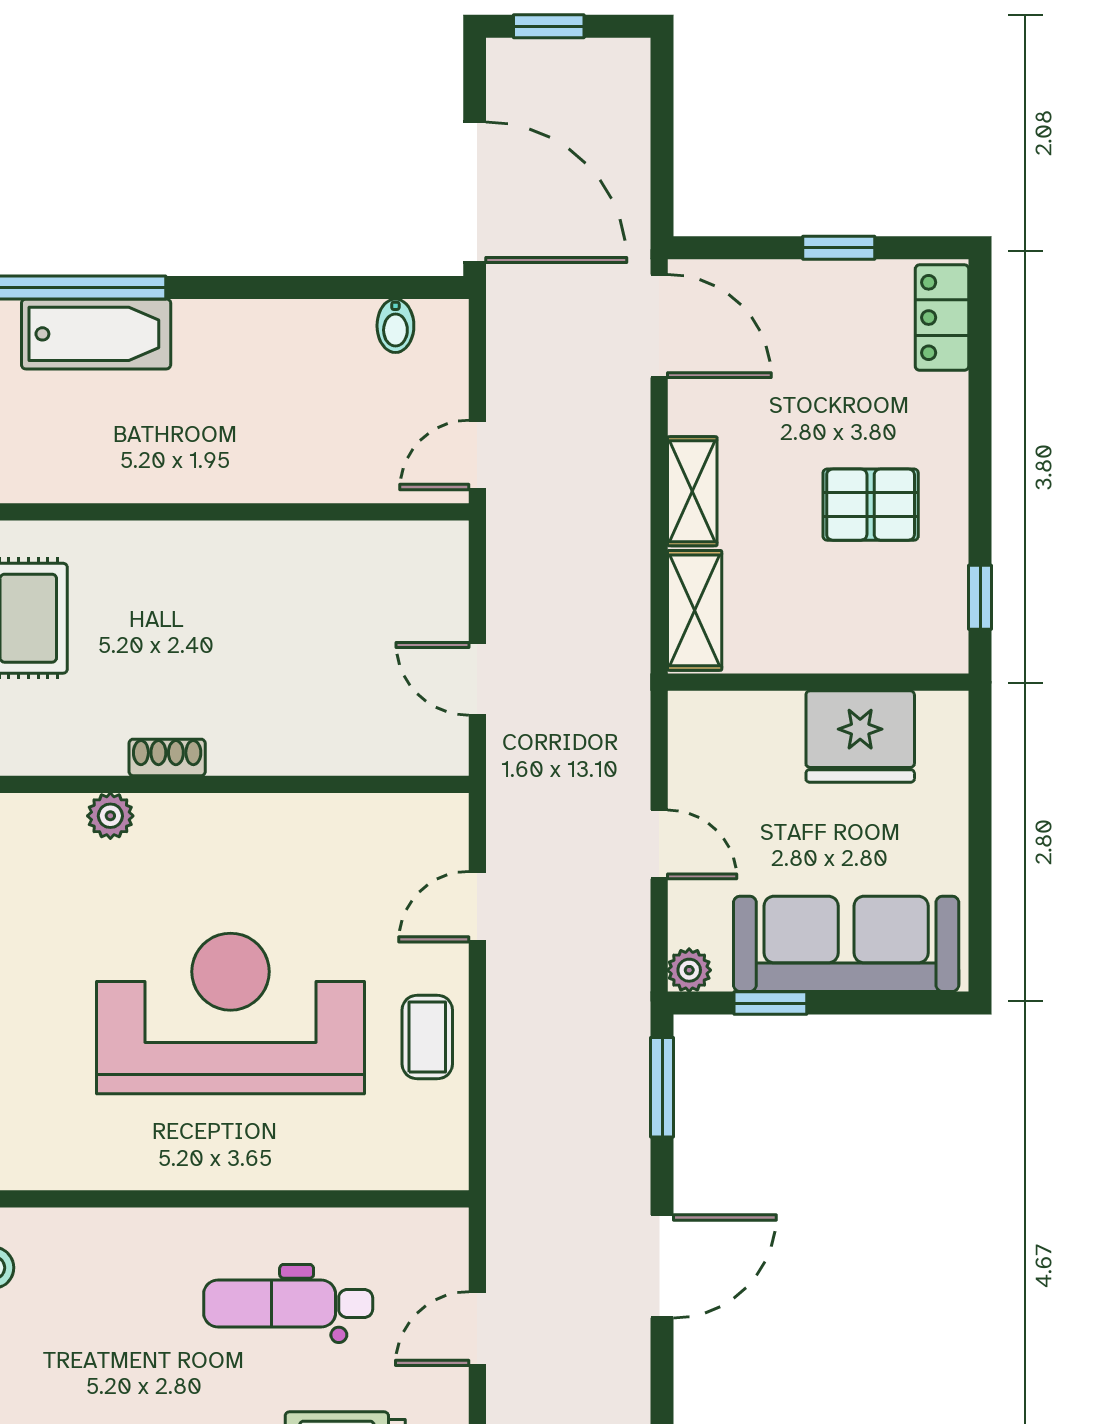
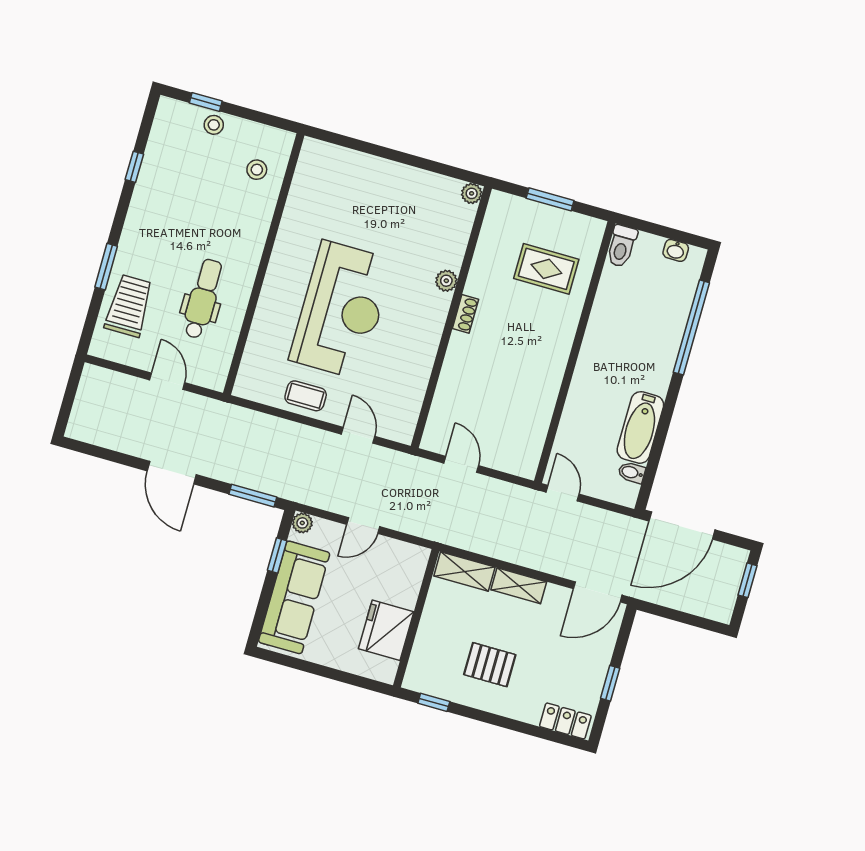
bathtub: (96, 334) -> (640, 427), moved
pallet: (871, 505) -> (490, 665), turned 90
door: (477, 679) -> (461, 464), hinge flipped

